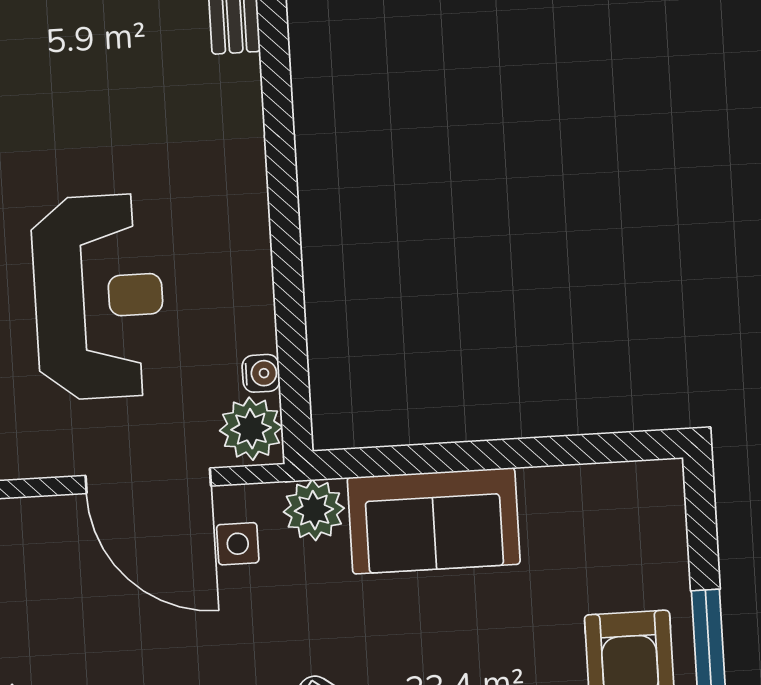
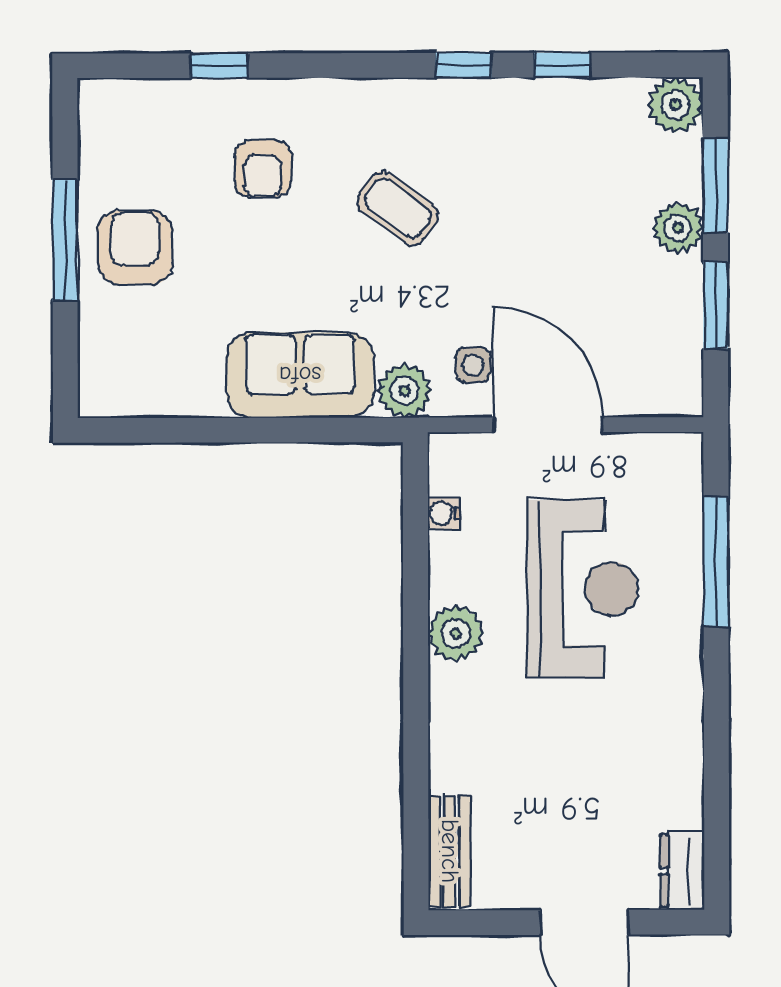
reception desk: (99, 297) -> (582, 589), turned 180
plant: (251, 429) -> (456, 633), moved

